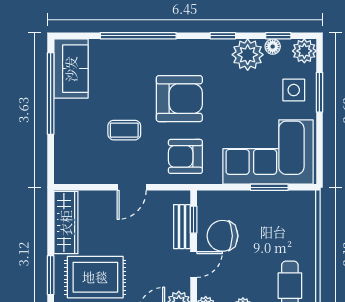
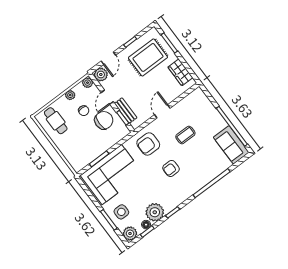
armchair: (179, 99) -> (171, 168), width x0.53, depth x0.53
armchair: (185, 156) -> (148, 144), turned 180
wardrobe: (66, 223) -> (180, 72), width x0.67
chair: (240, 270) -> (84, 111), added

